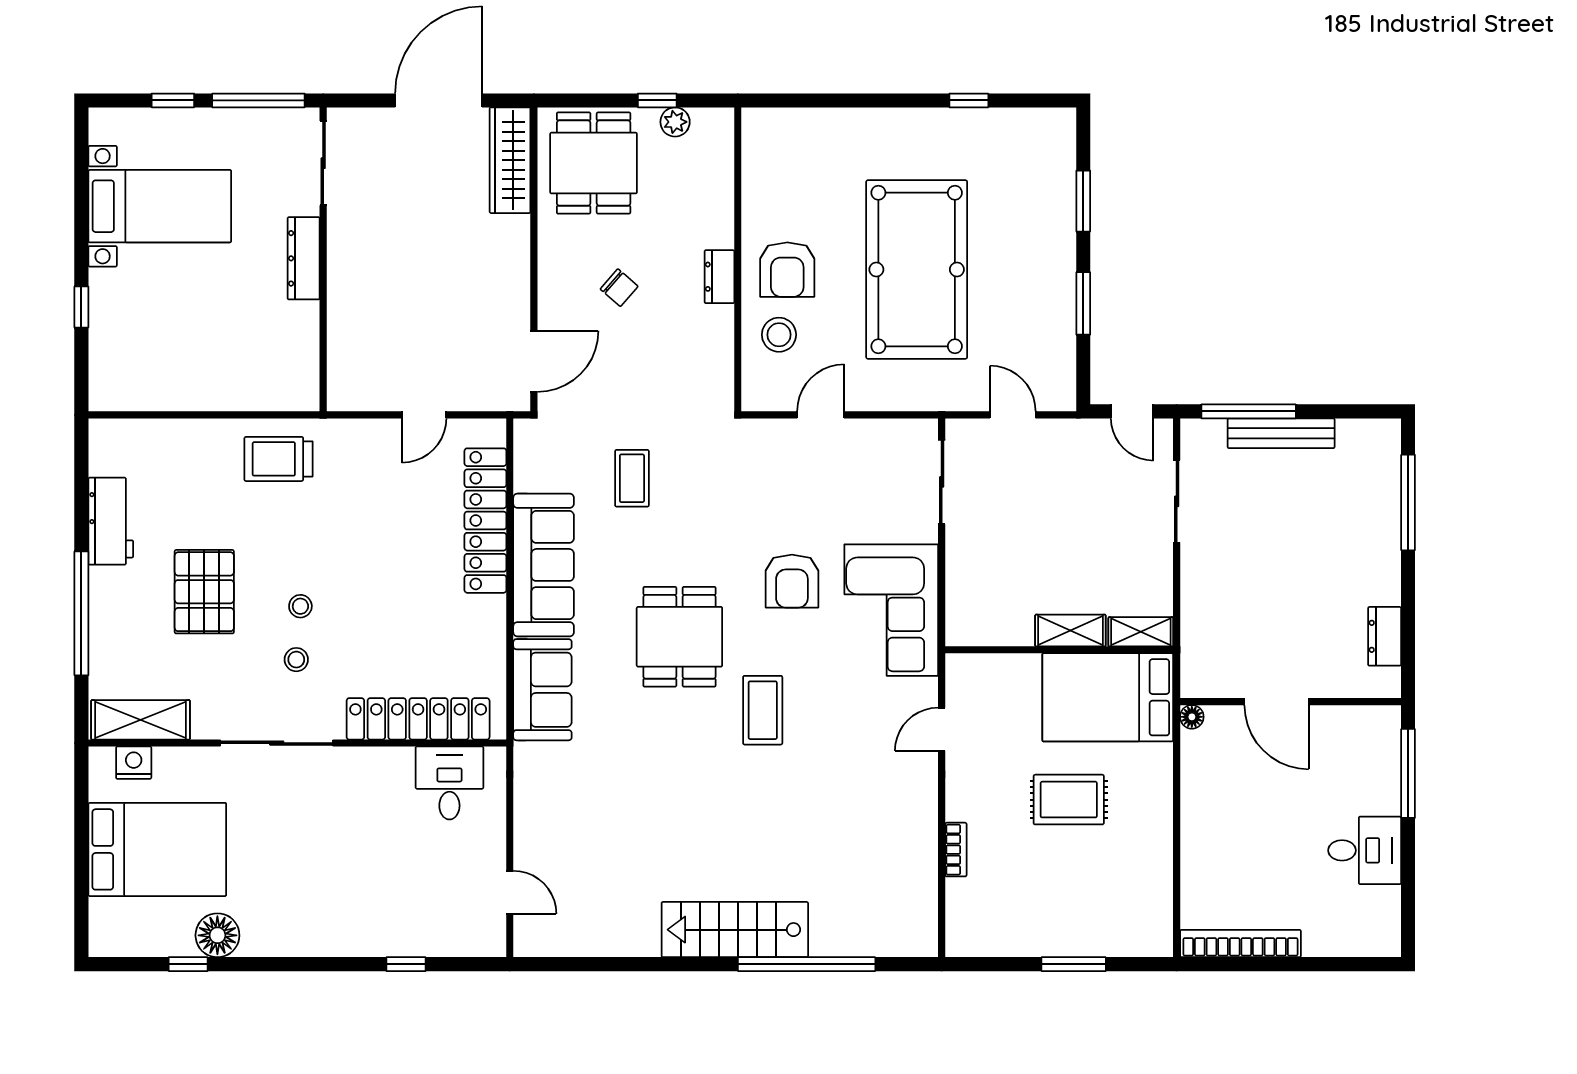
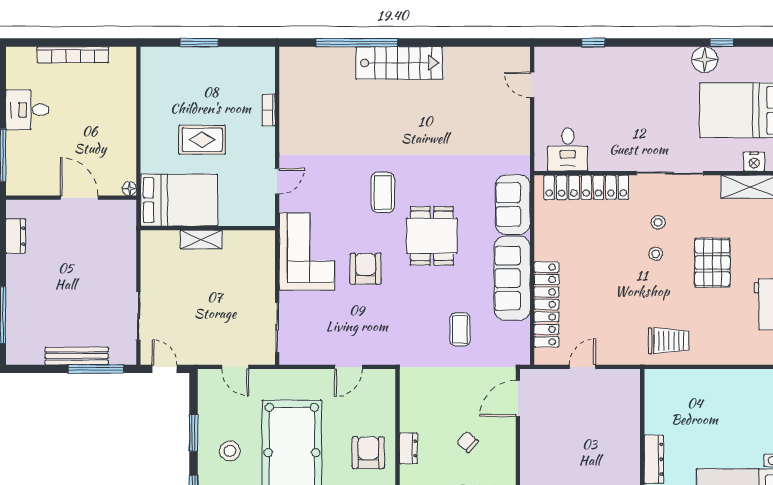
stool: (779, 335) -> (230, 451), moved
shelving: (1141, 632) -> (160, 239), removed
bookcase: (1240, 944) -> (73, 55), moved

